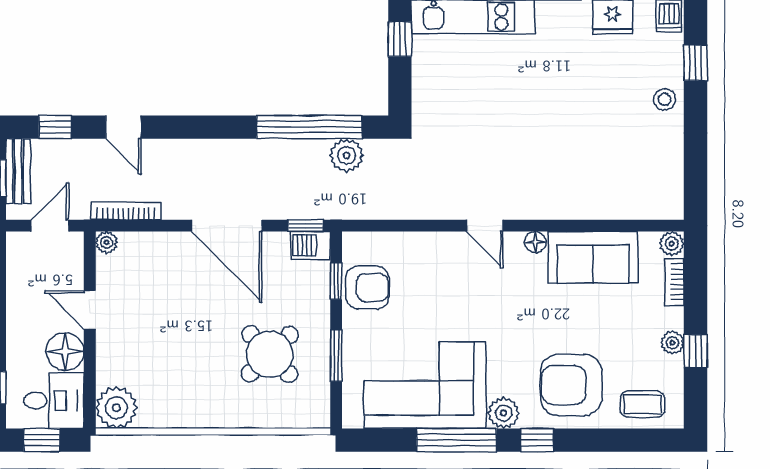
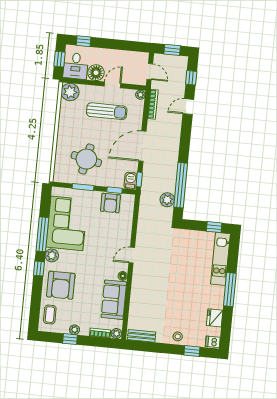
bench: (18, 171) -> (142, 336), moved
sun lounger: (153, 317) -> (107, 111), added
round table: (270, 354) -> (86, 159), turned -34
armchair: (571, 385) -> (61, 285), turned 180

